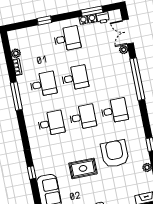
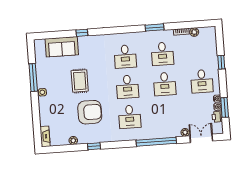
window: (16, 96) -> (154, 27), width x0.69

